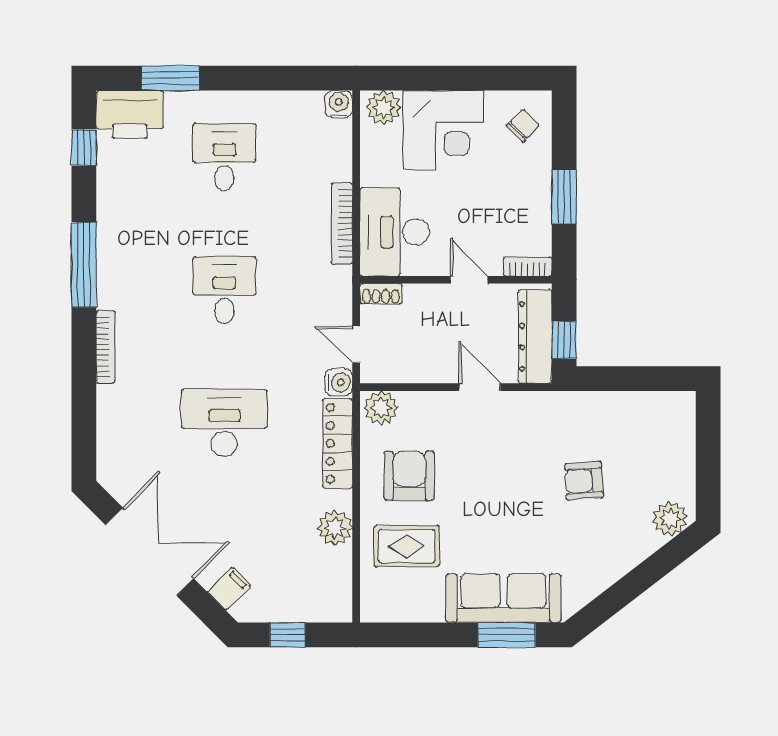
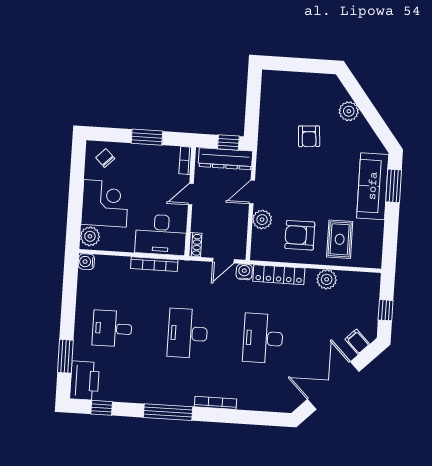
desk: (224, 290) -> (188, 333), width x1.37
plant: (381, 408) -> (262, 220), moved
plant: (670, 519) -> (349, 111), moved

